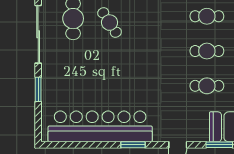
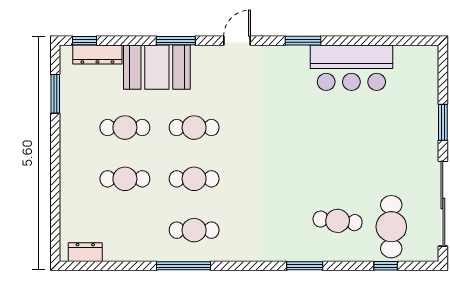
cafe table: (110, 23) -> (338, 221), turned -51
bar counter: (100, 126) -> (351, 68), width x0.54

